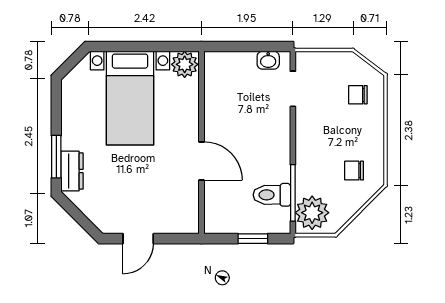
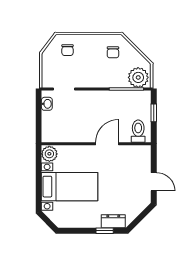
window: (56, 157) -> (105, 231), width x0.67
toilet: (272, 195) -> (138, 131), moved, turned 180

